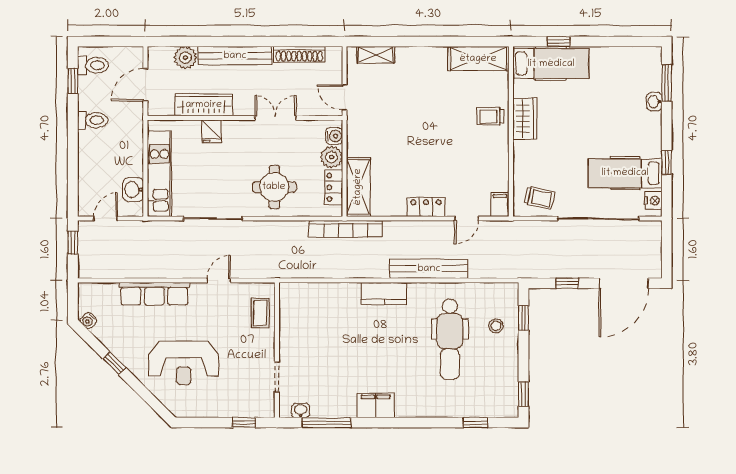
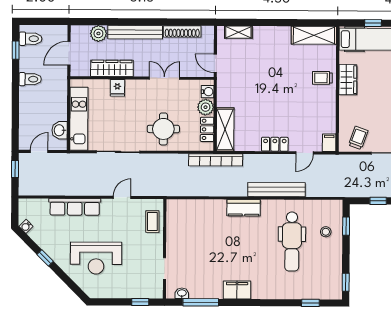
trolley: (539, 198) -> (358, 138), turned -82

